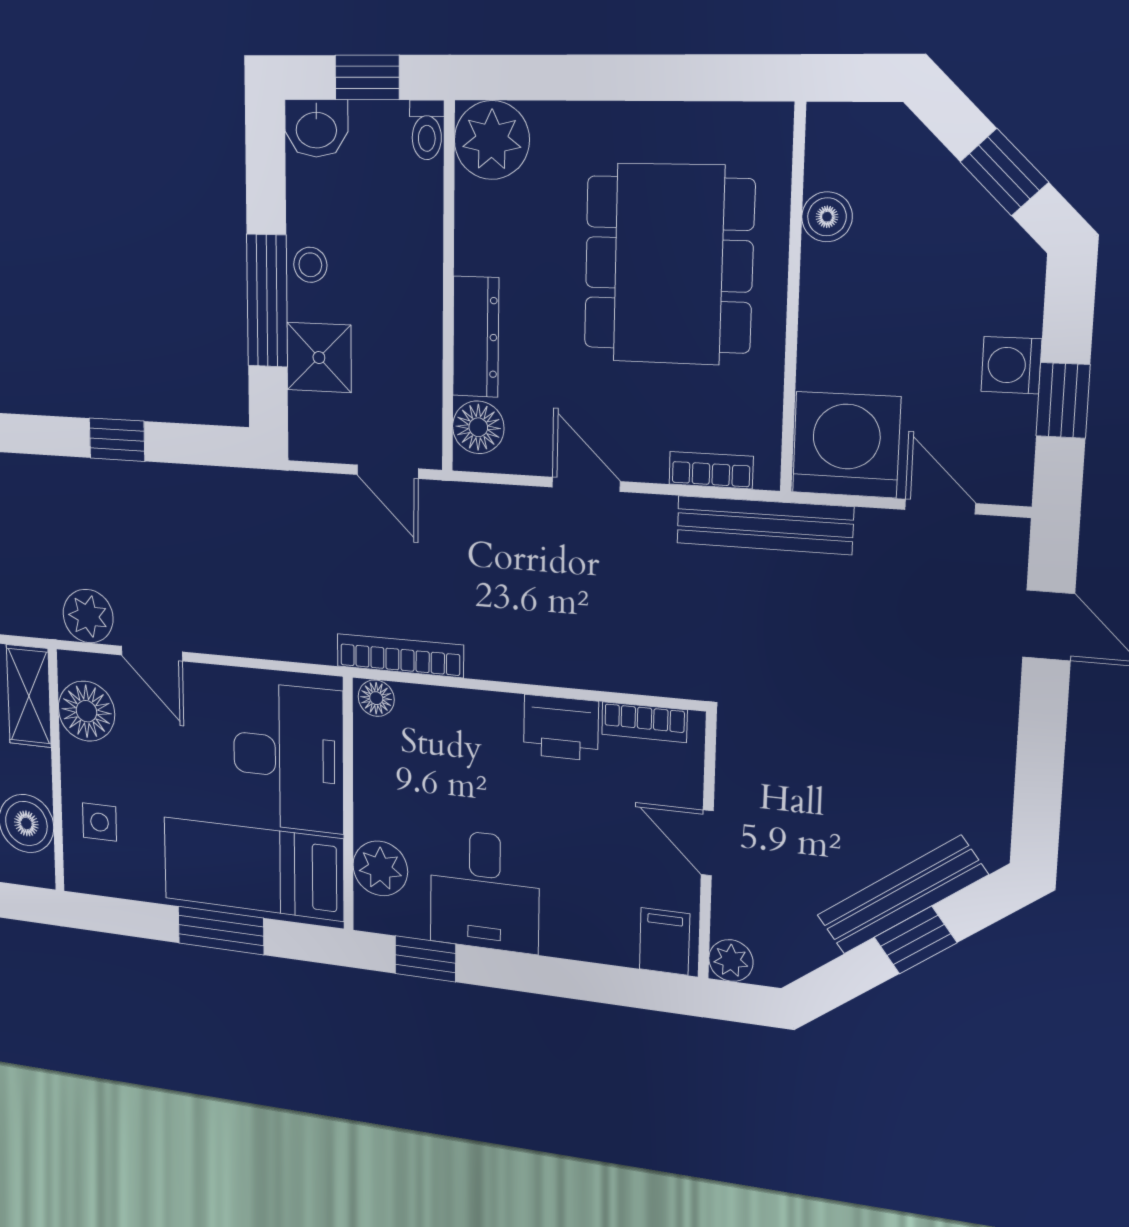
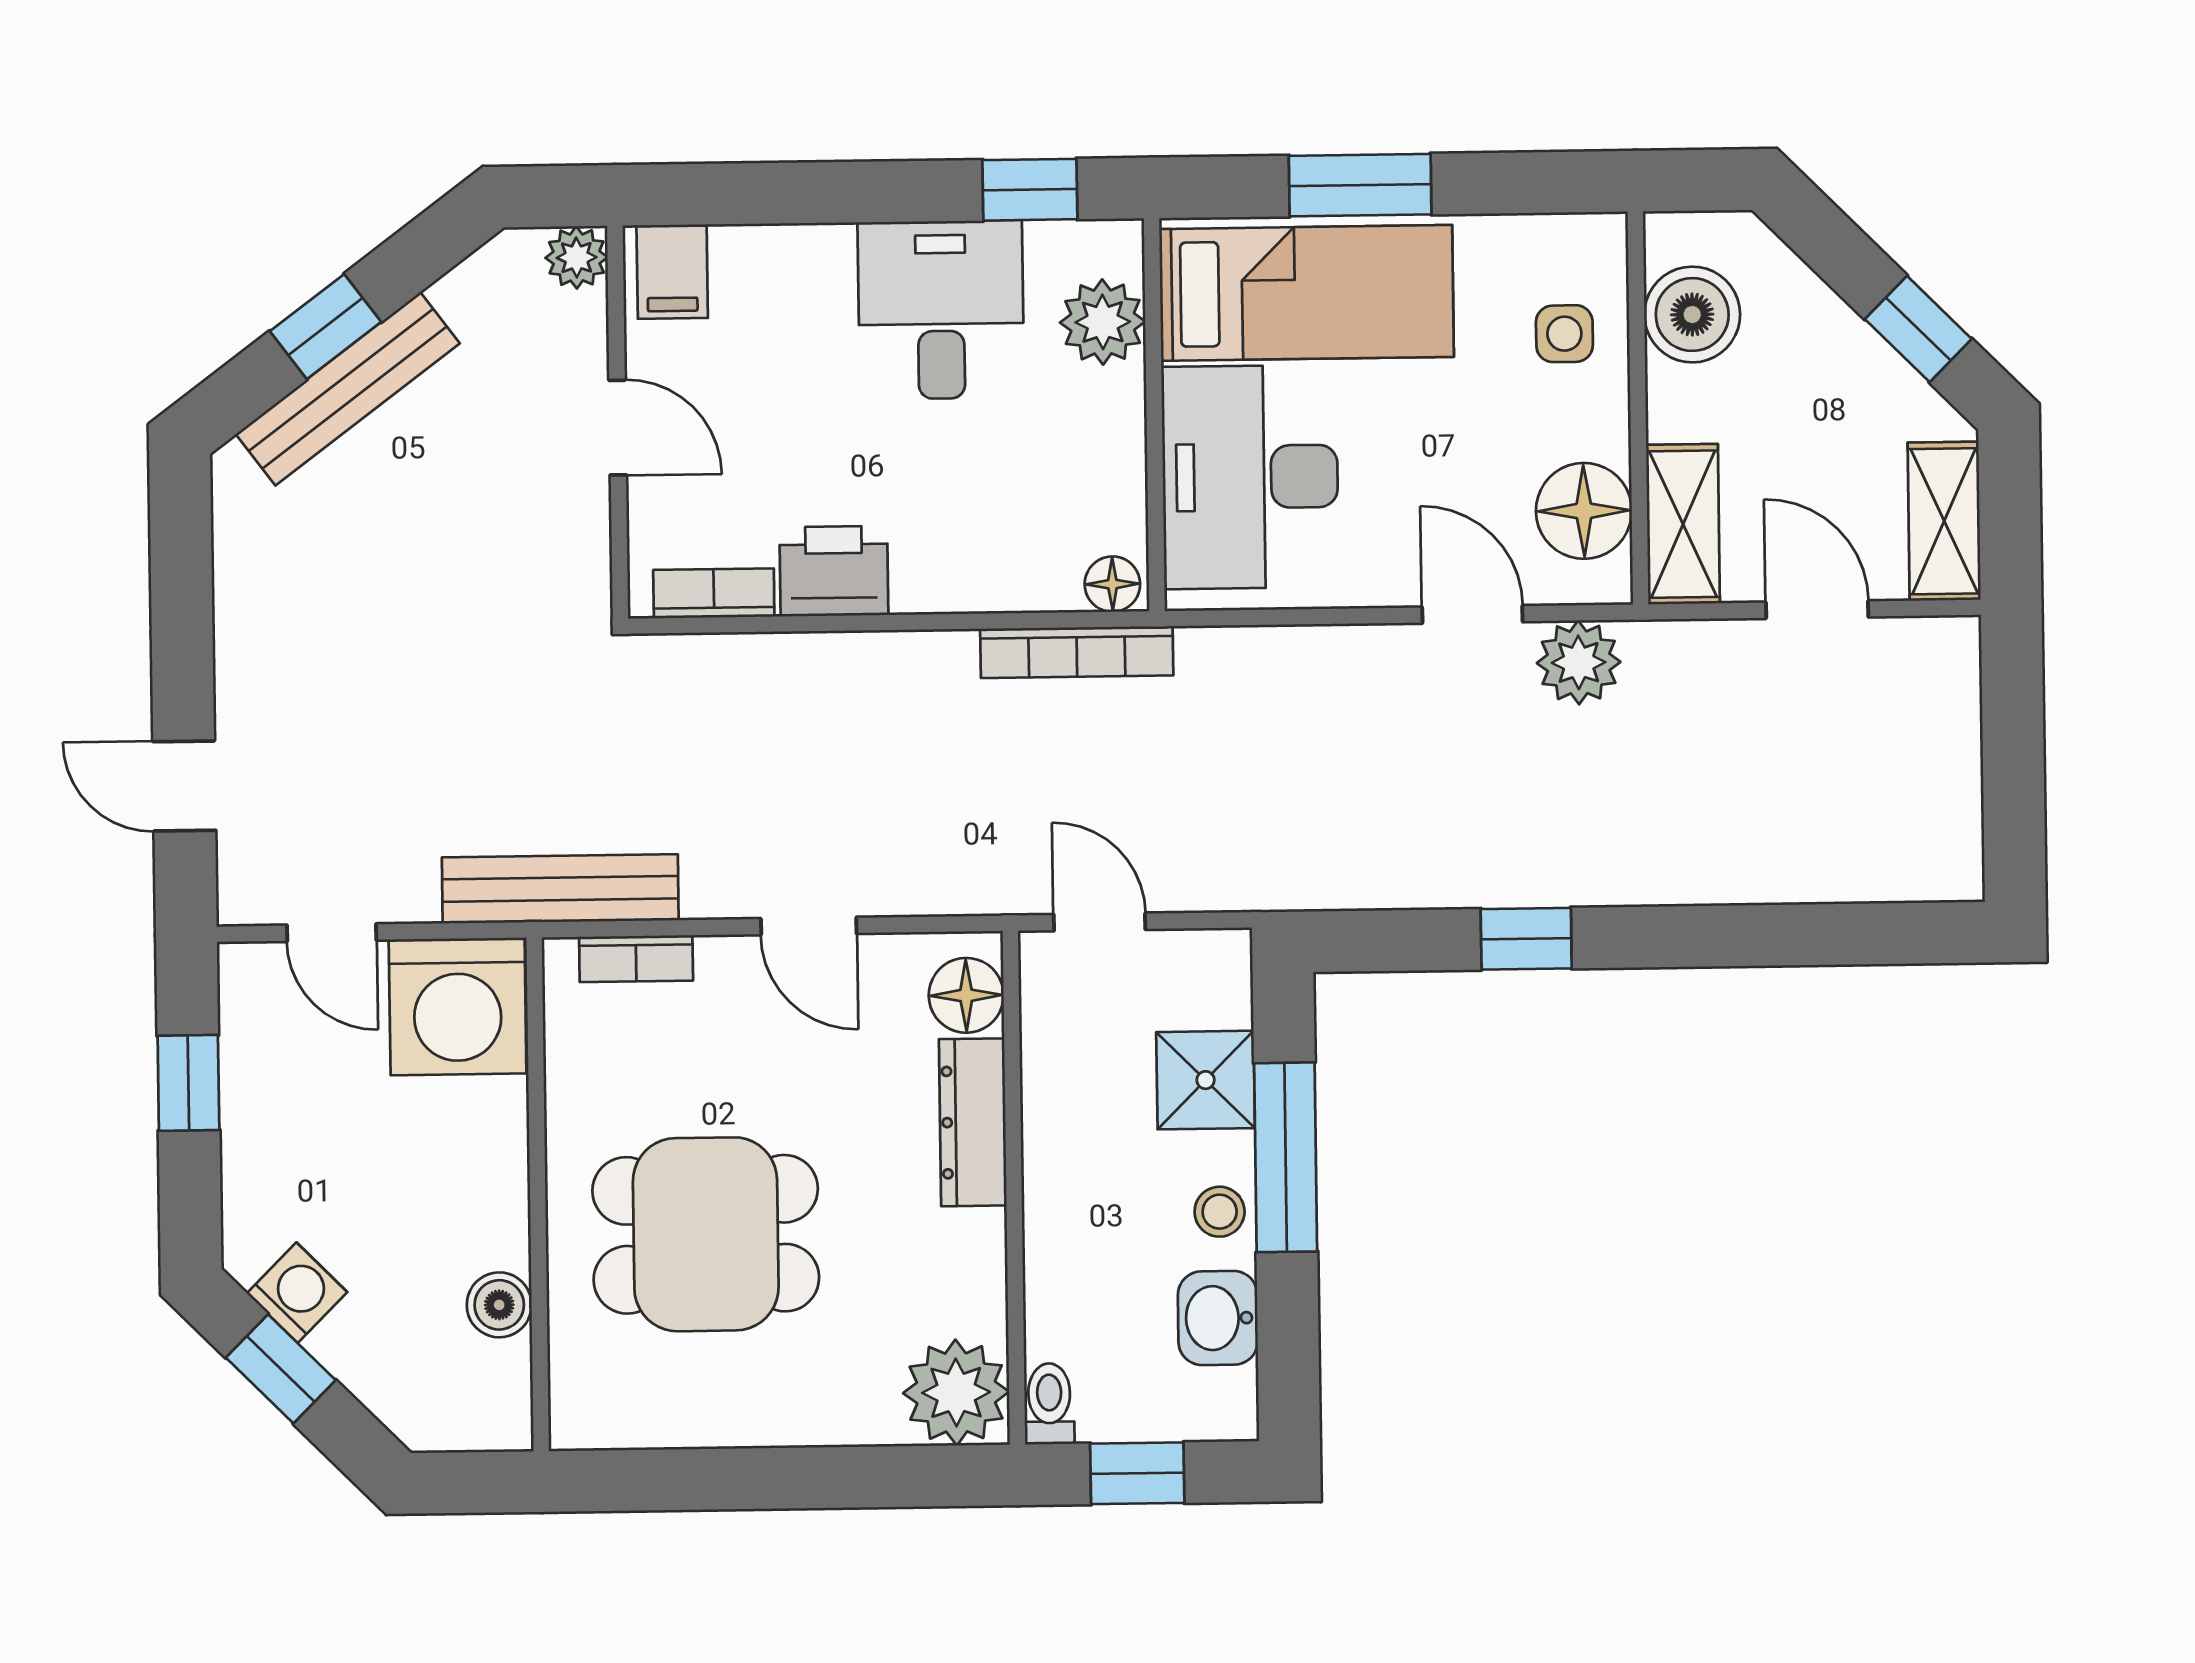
washbasin: (316, 128) -> (1218, 1318), moved, turned -90
dining table: (668, 264) -> (706, 1234), width x0.73
washing machine: (1011, 365) -> (297, 1293), moved, turned -45

